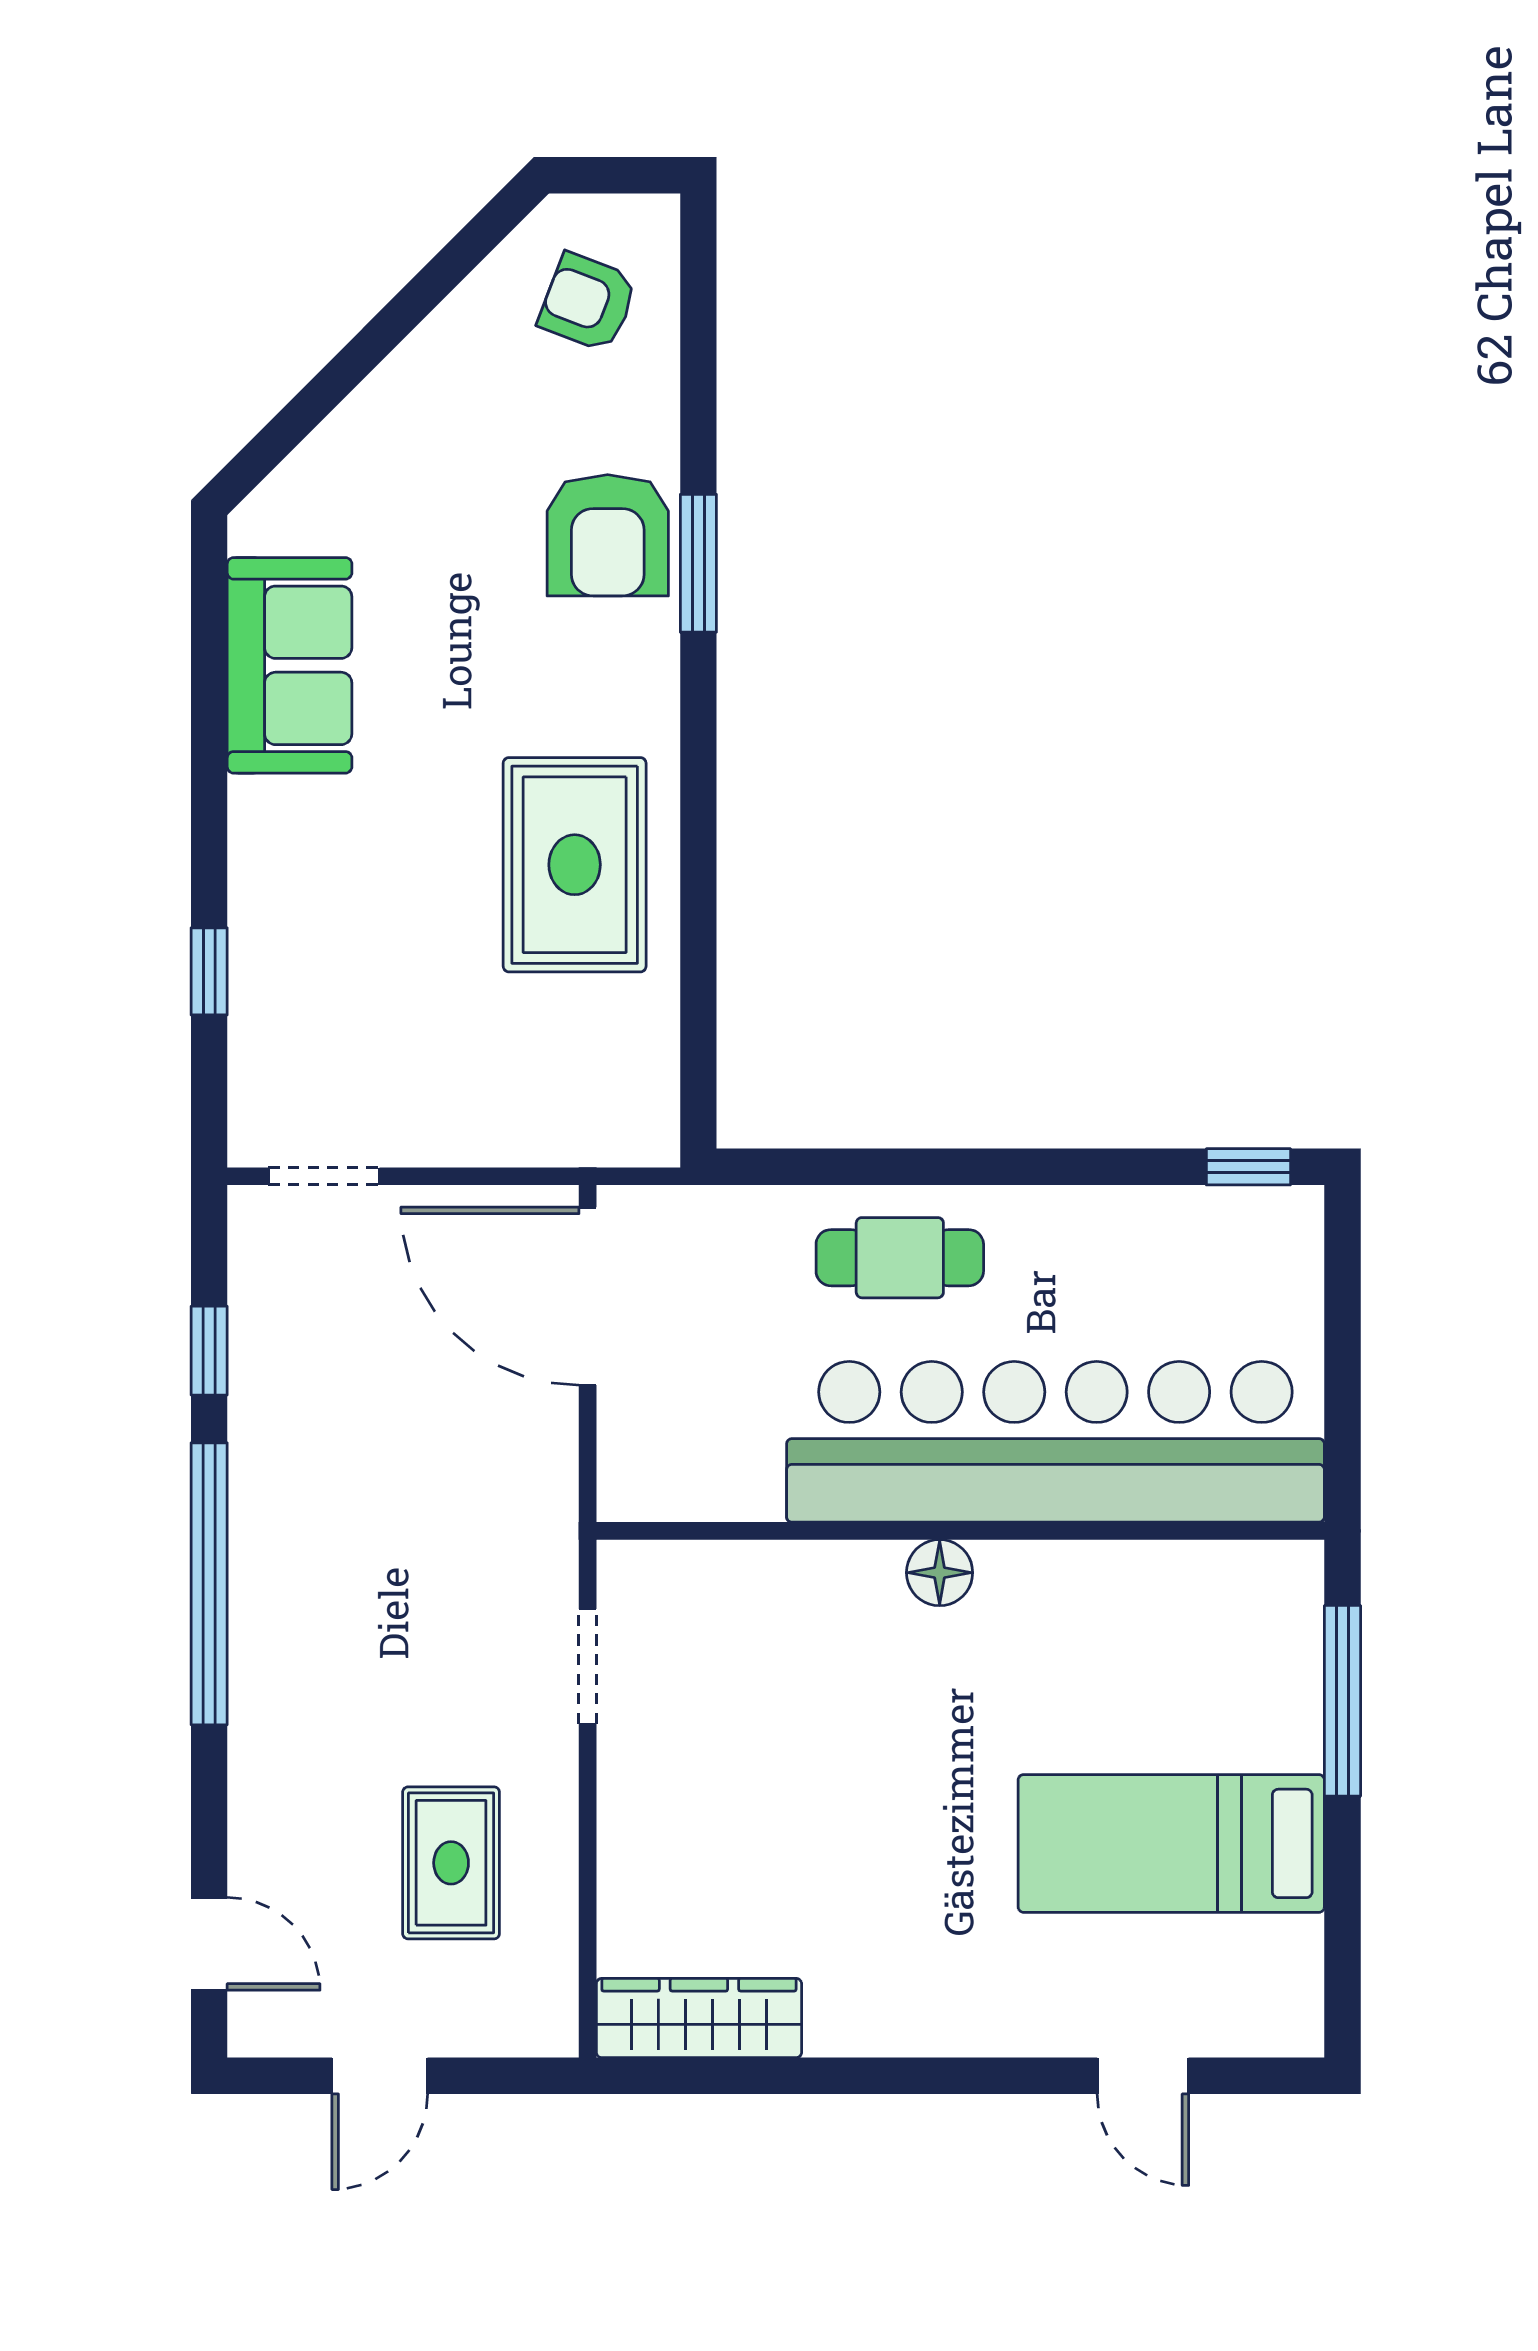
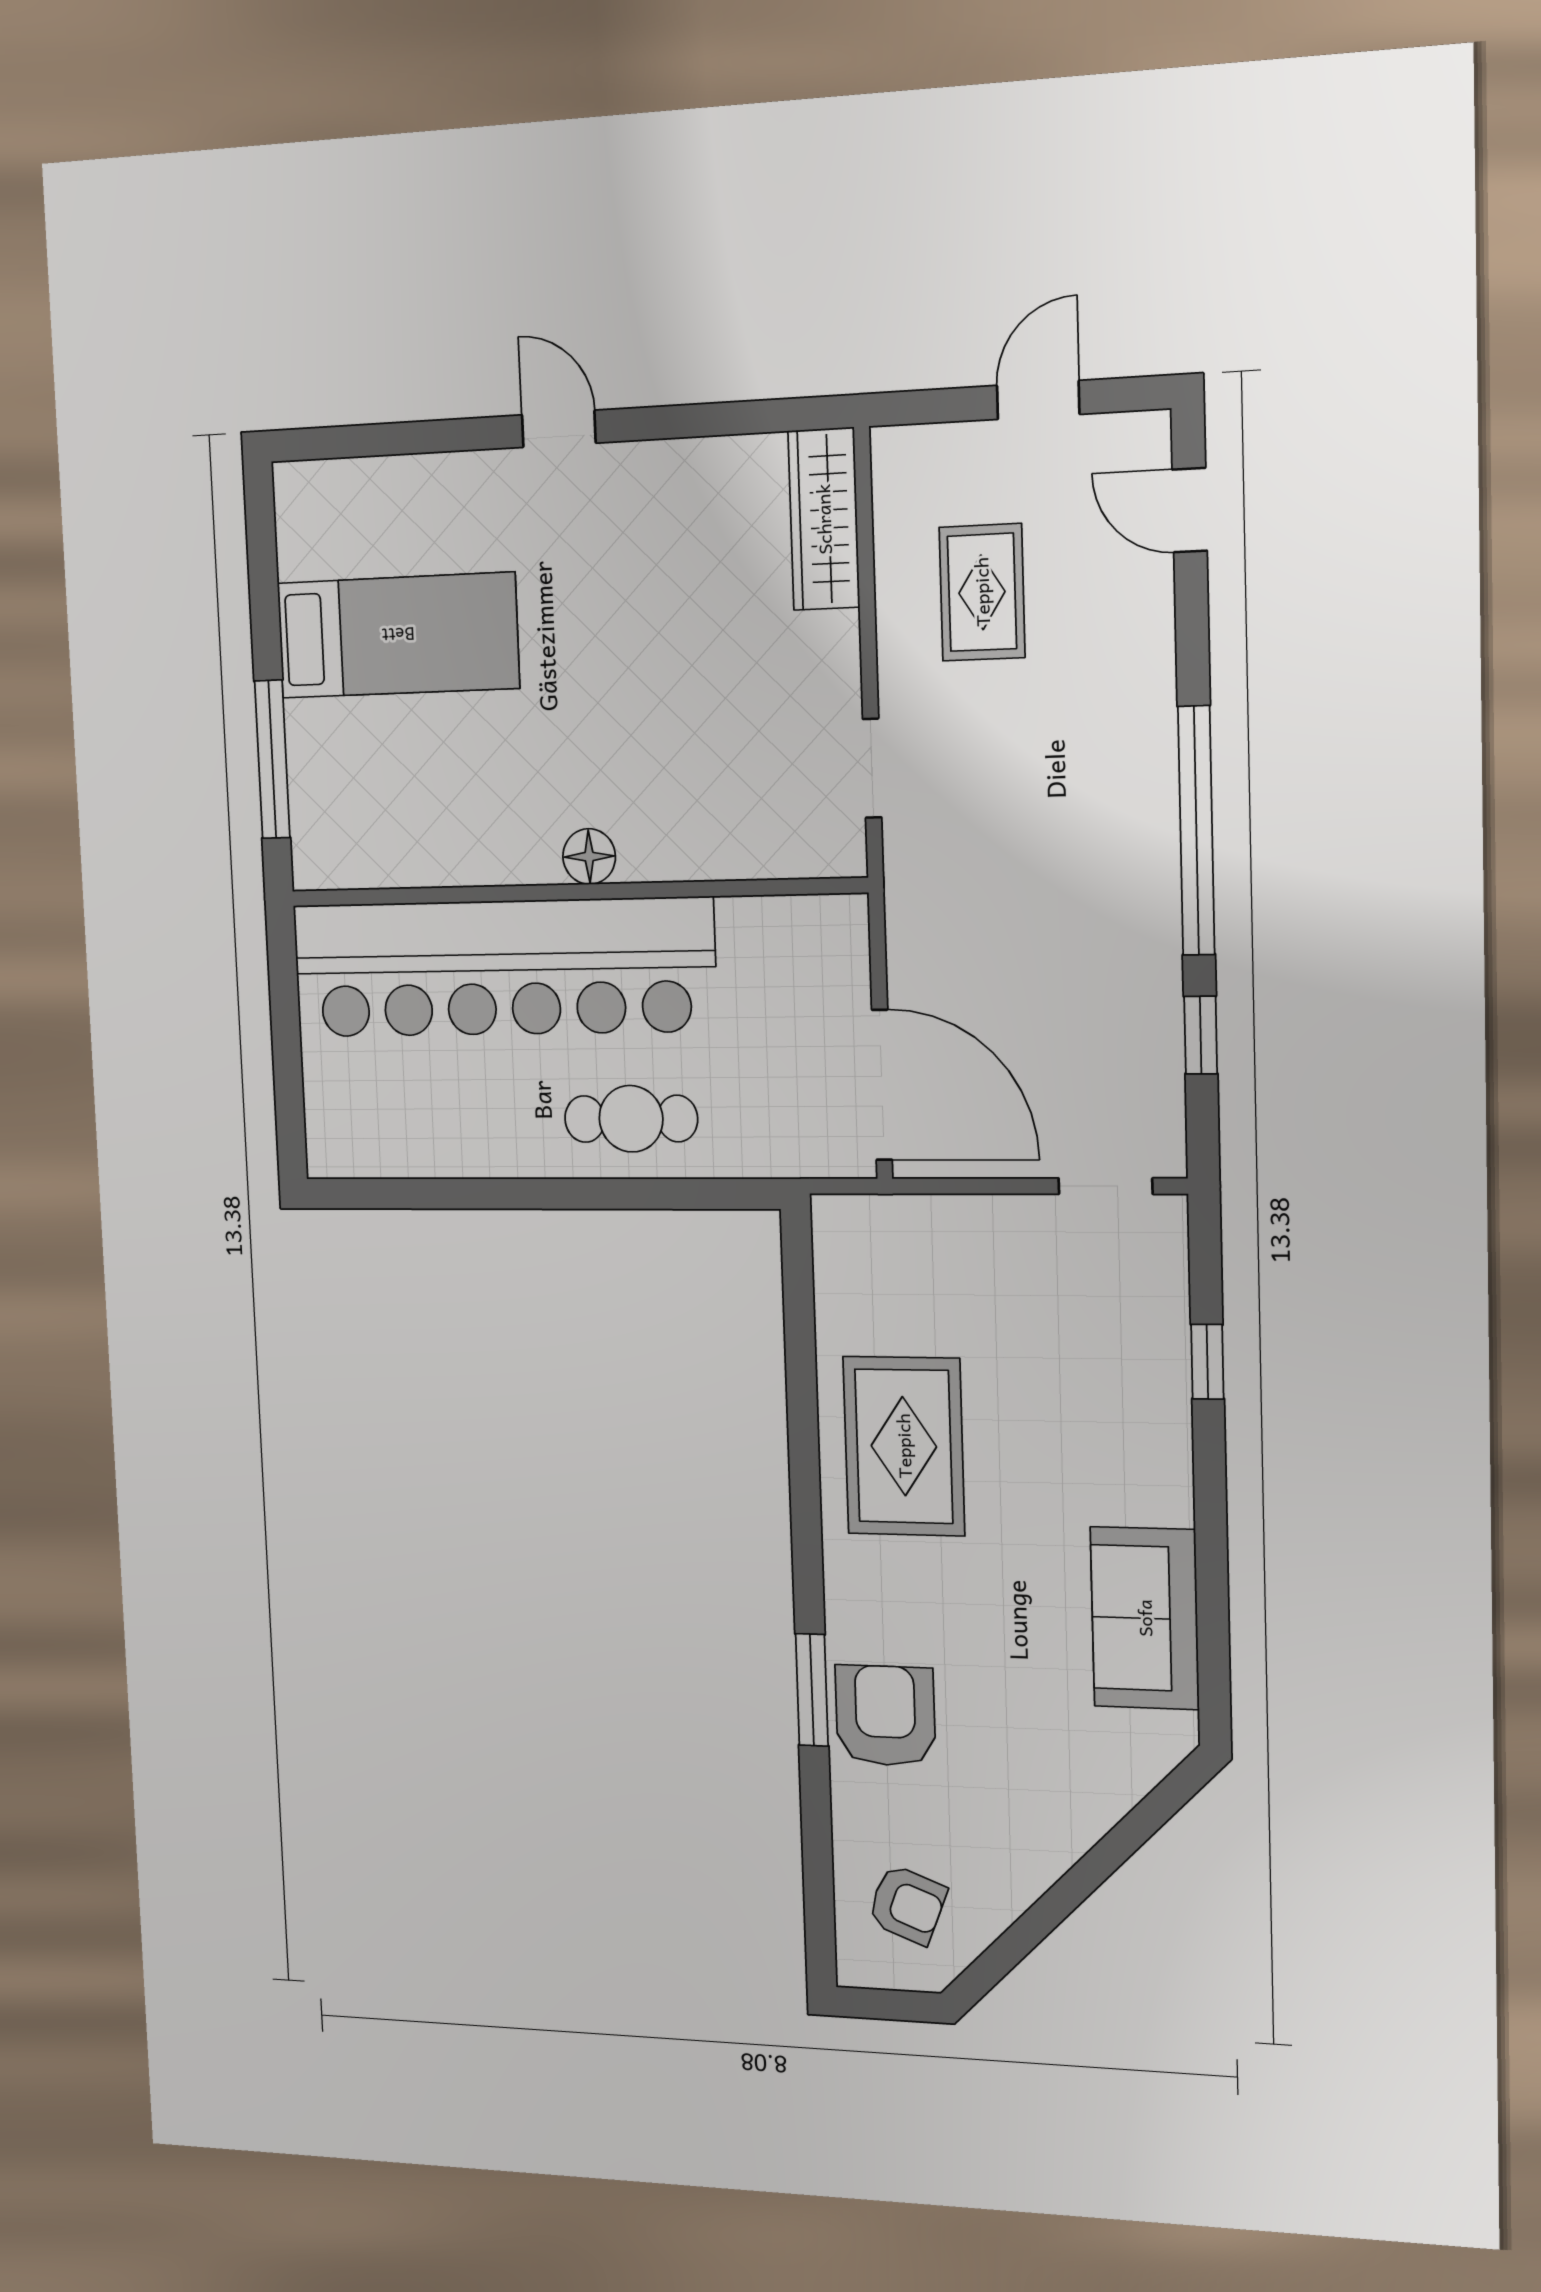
window: (1248, 1167) -> (365, 1194), removed
wardrobe: (699, 2018) -> (824, 519), moved, turned 90
door: (1143, 2076) -> (559, 429), moved

